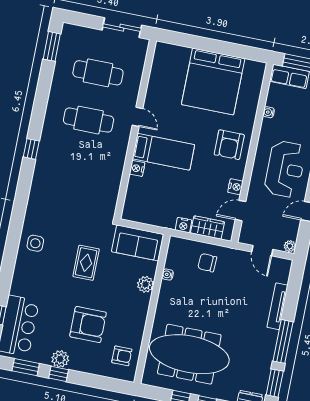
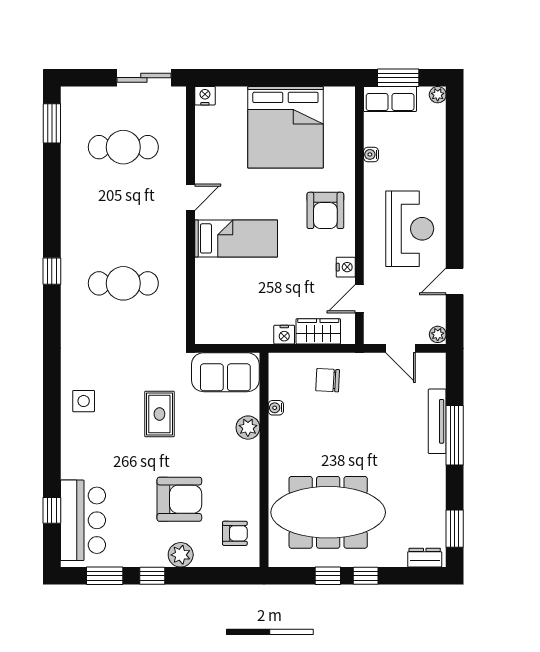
door: (138, 117) -> (190, 197), hinge flipped
cafe table: (89, 120) -> (123, 283), moved
nightstand: (137, 168) -> (205, 96), moved, turned 90
window: (283, 341) -> (455, 435), moved
plant: (60, 359) -> (181, 555), moved

